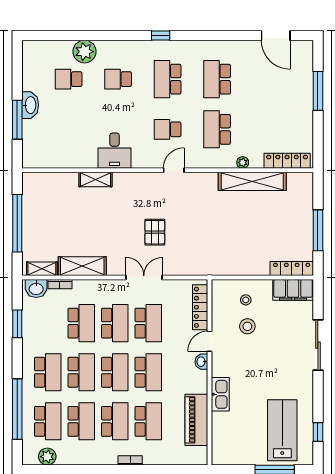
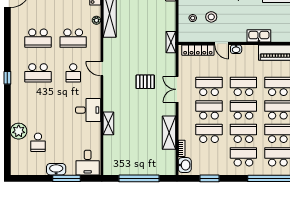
school desk: (118, 79) -> (38, 108), removed
desk: (40, 150) -> (88, 163), added
shelving: (42, 269) -> (171, 42), moved

